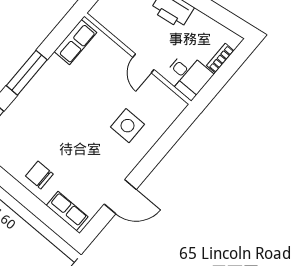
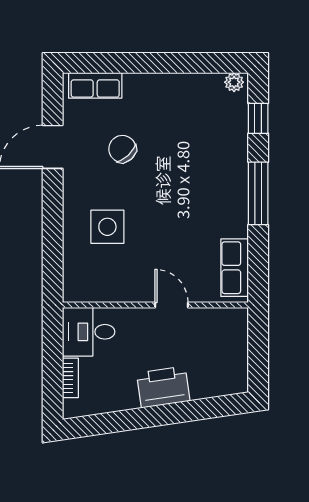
door: (143, 63) -> (171, 305), moved
chair: (39, 175) -> (122, 149), moved, turned -133

